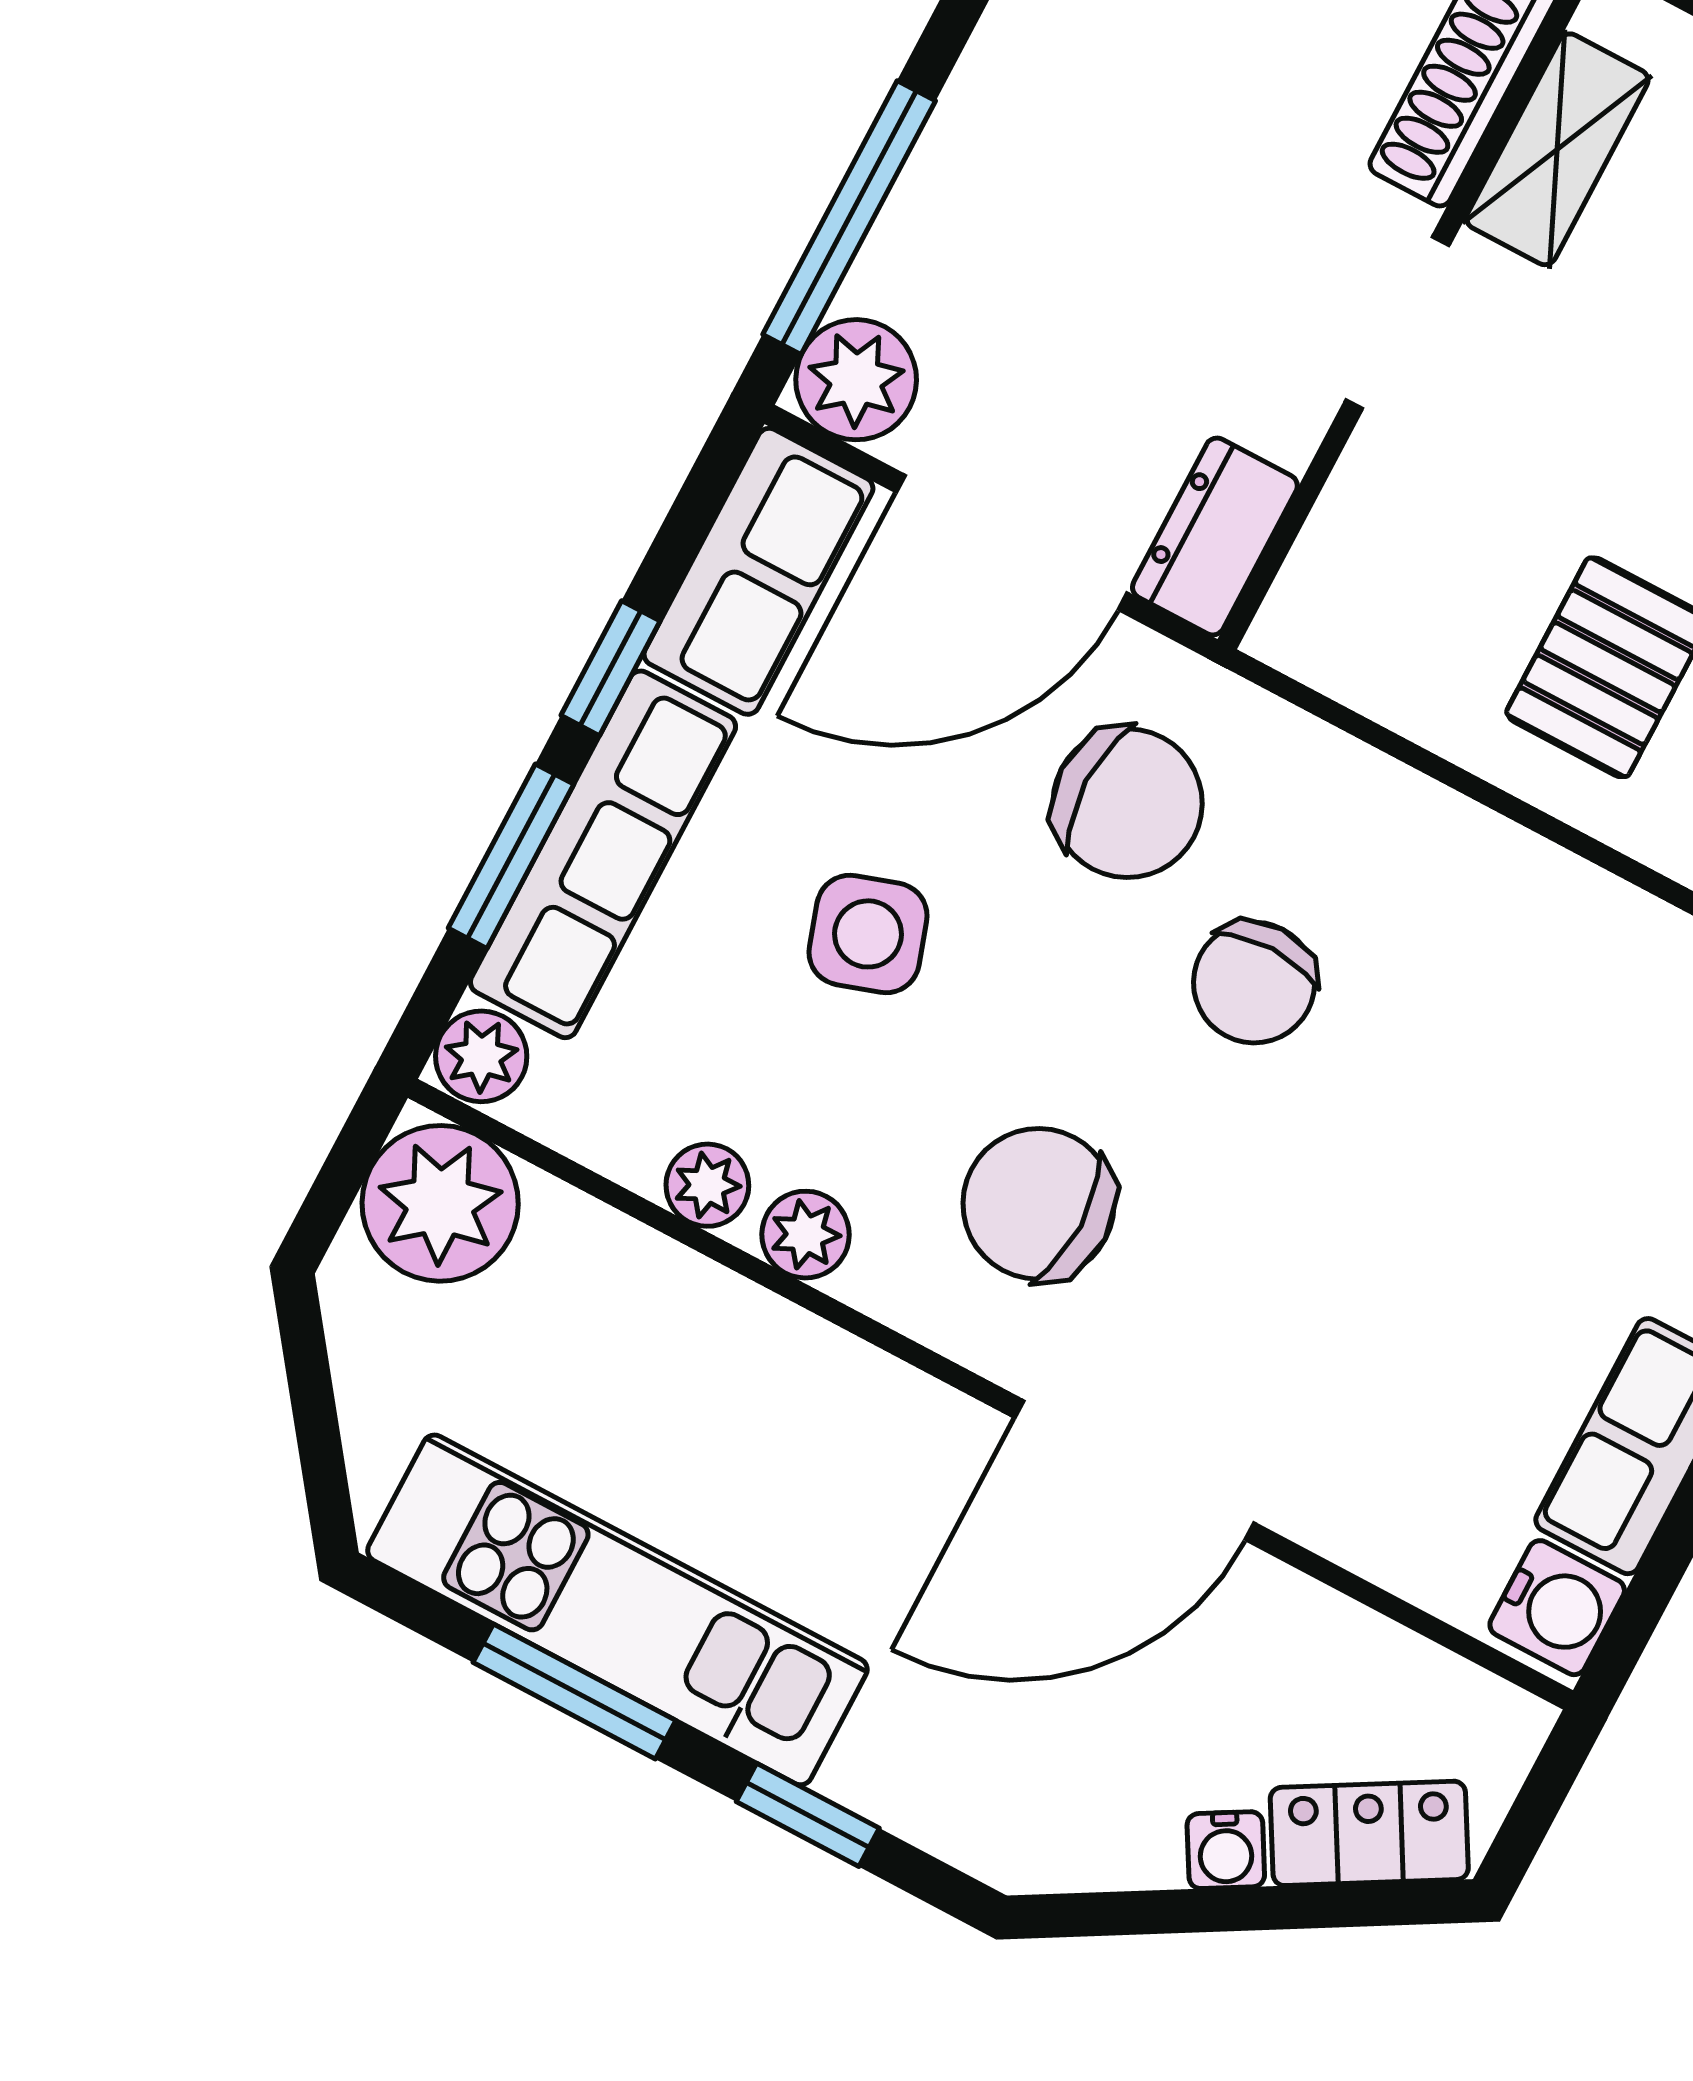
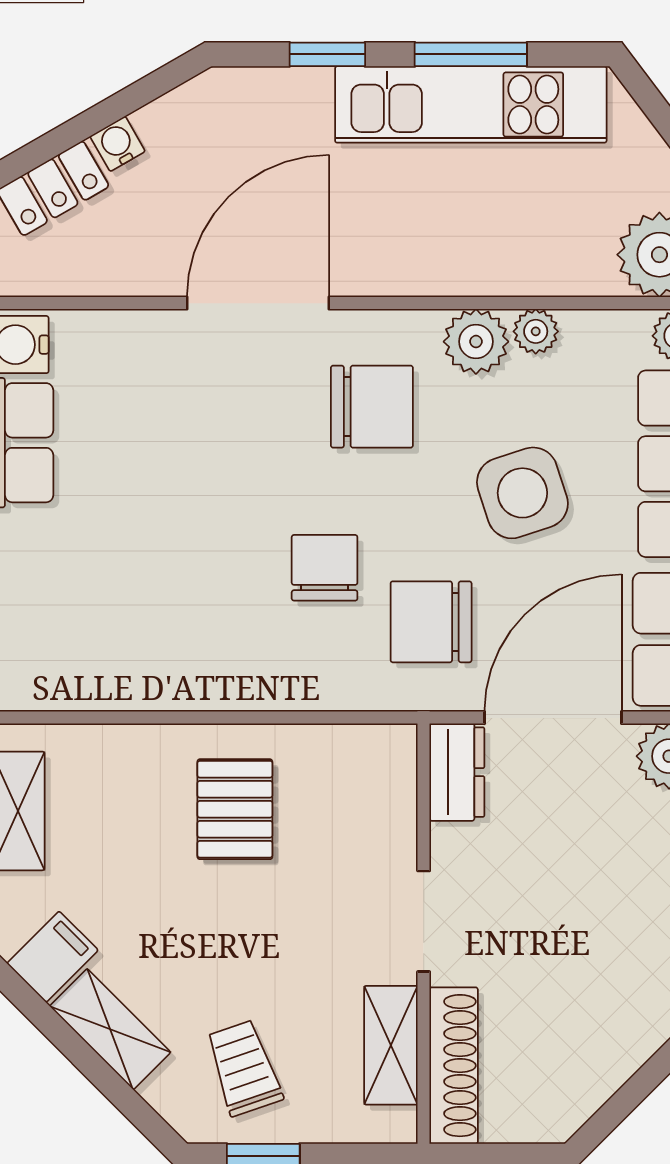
side table: (868, 934) -> (522, 493), width x1.37, depth x1.37
plant: (806, 1235) -> (476, 342), width x1.38, depth x1.38

